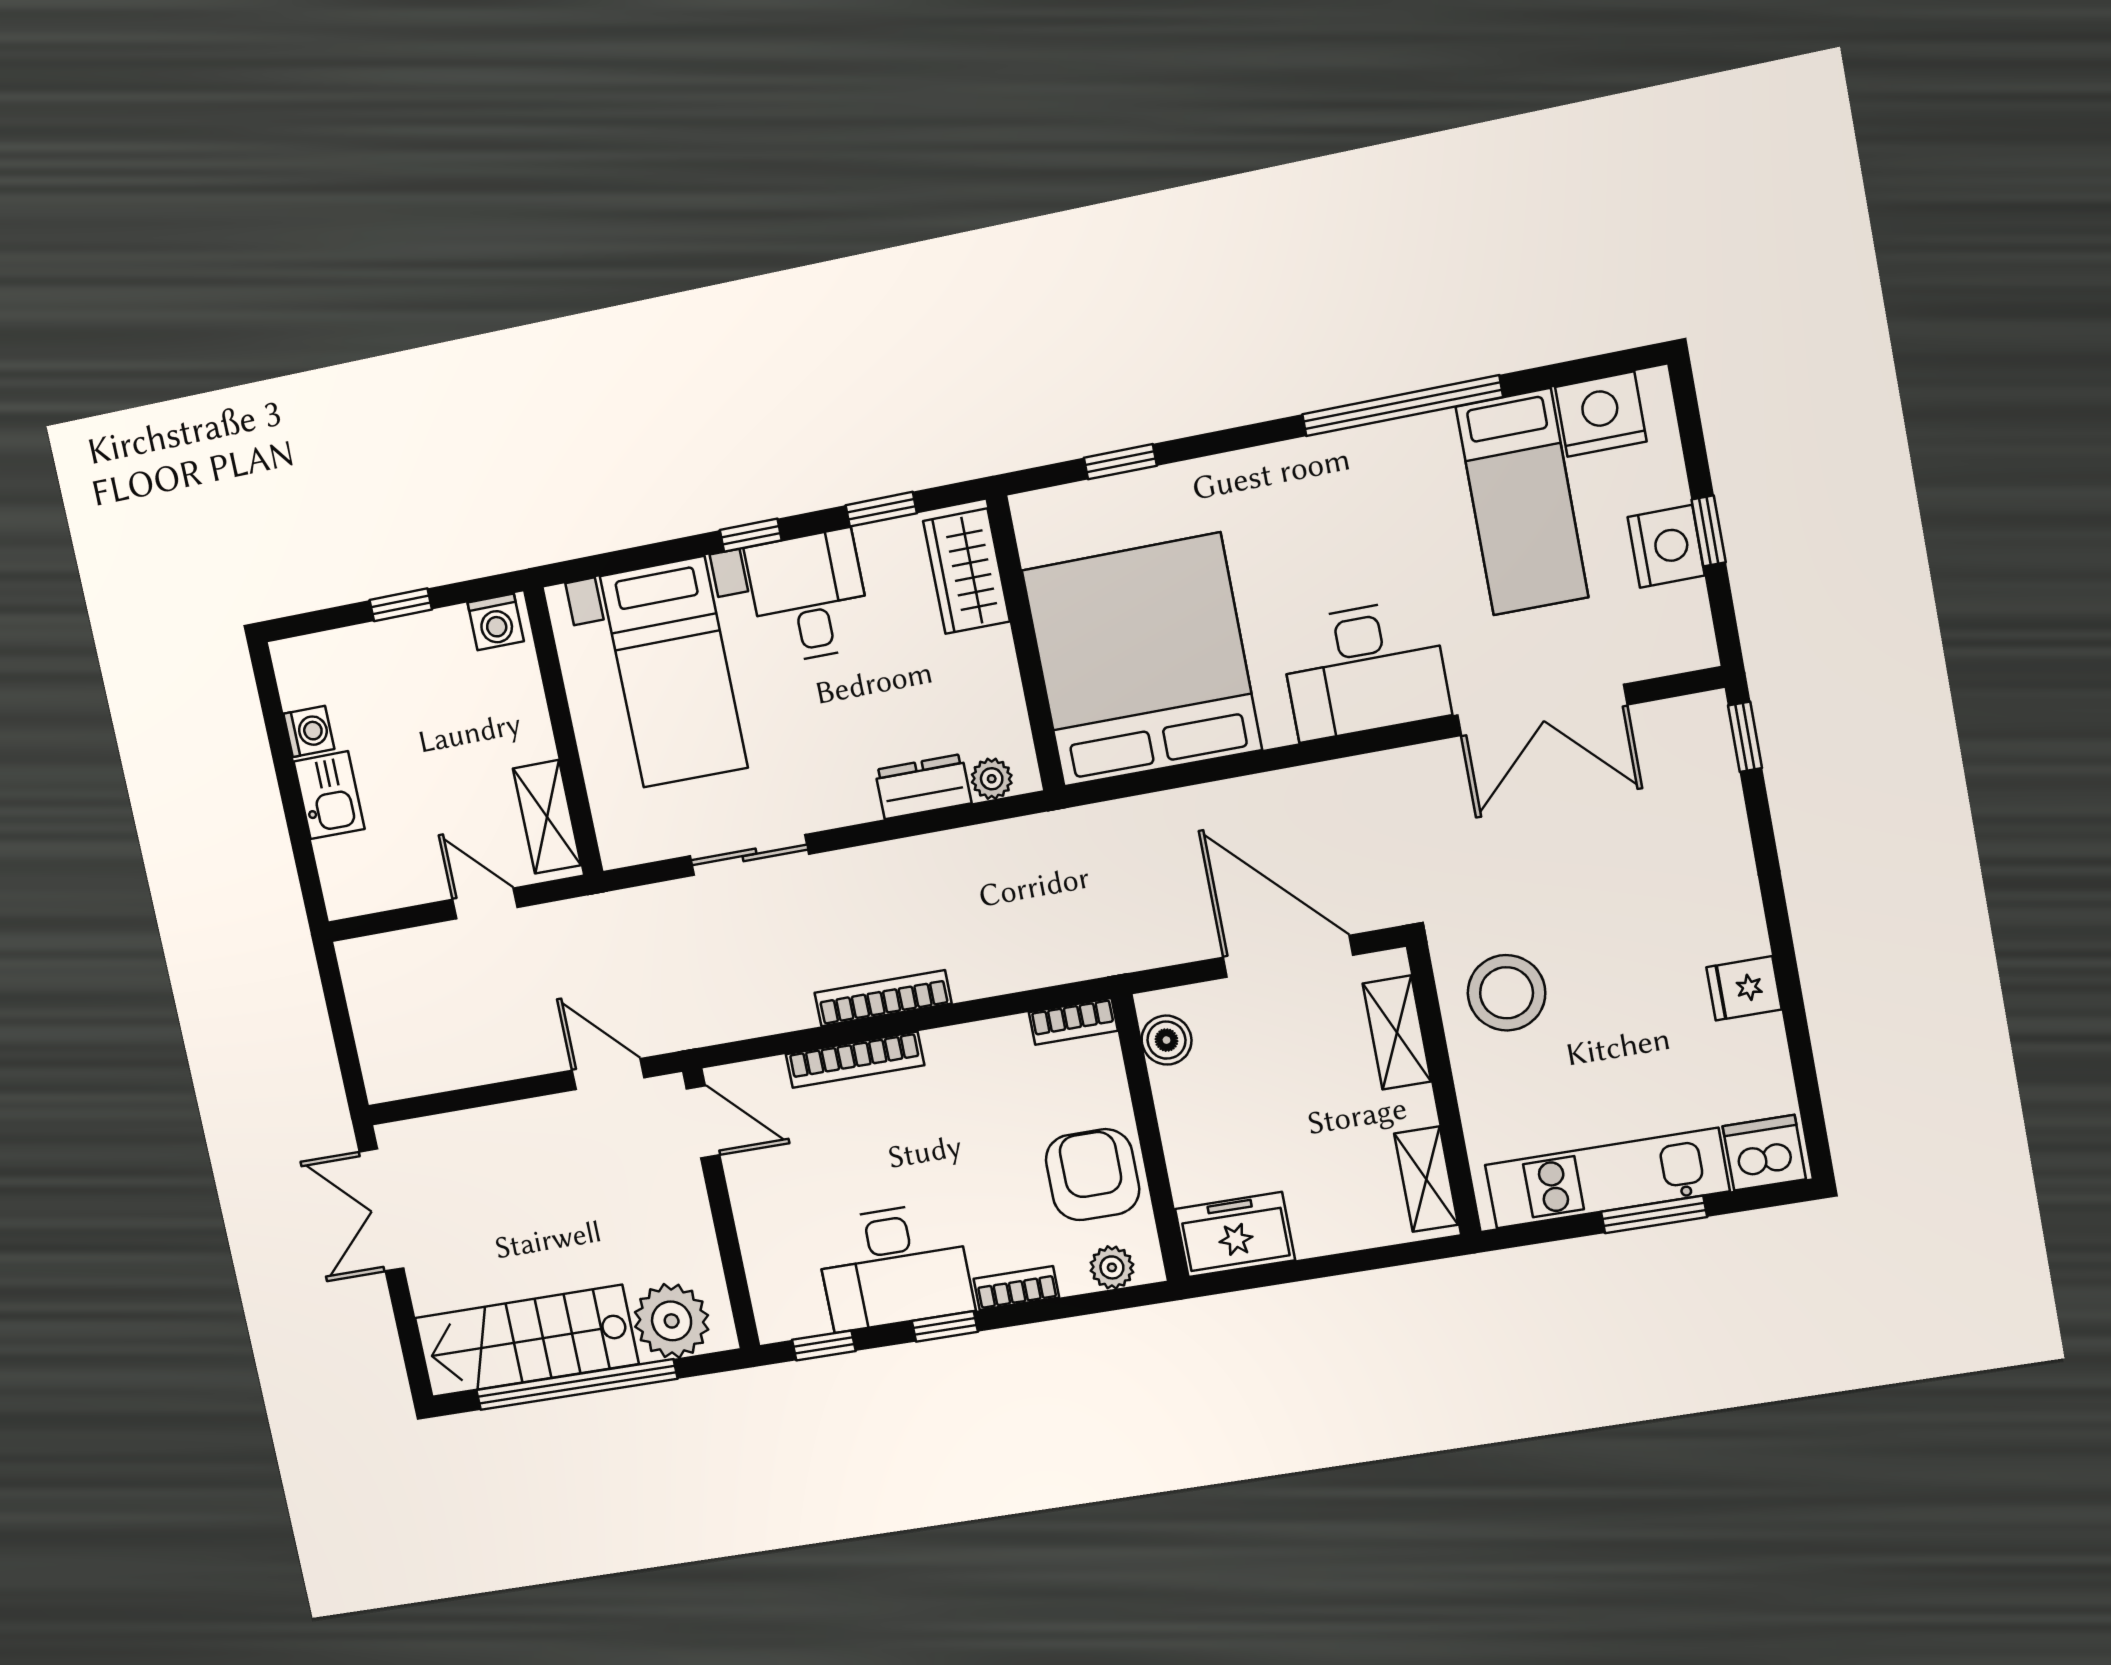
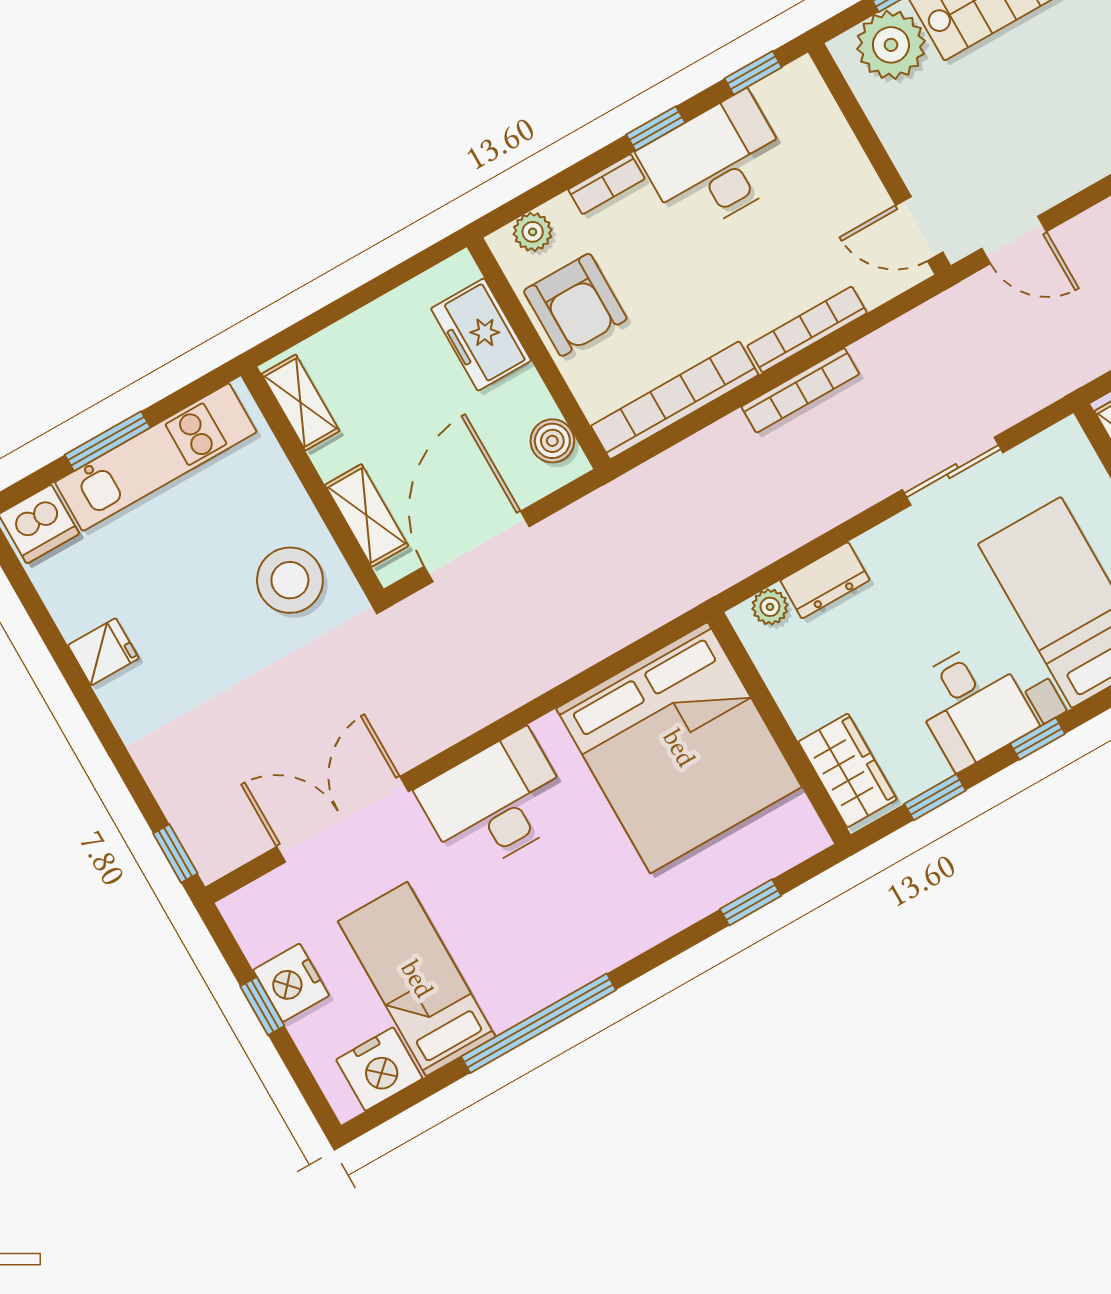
door: (1288, 956) -> (477, 547), swing flipped
bookcase: (1073, 1021) -> (675, 400), width x2.31, depth x1.31
freezer: (1235, 1235) -> (481, 335), moved, turned 90

